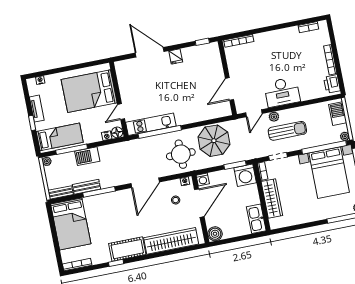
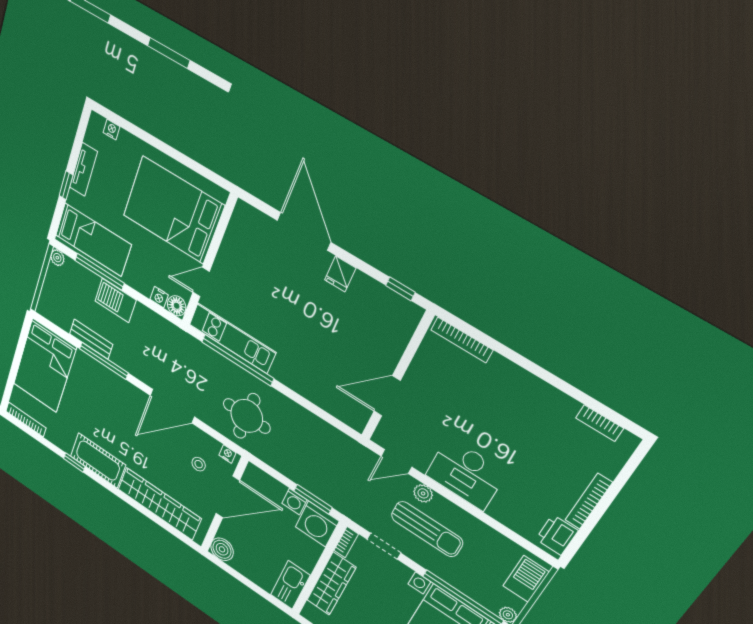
parasol: (214, 141) -> (307, 442), removed
washing machine: (203, 180) -> (294, 502), moved
bench: (61, 192) -> (53, 315), removed

